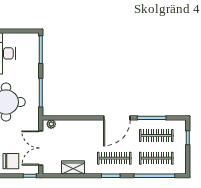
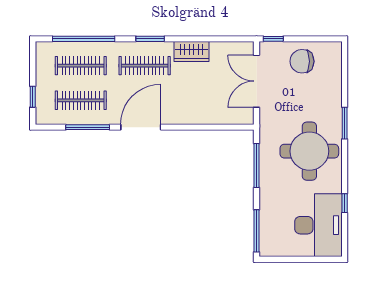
plant: (51, 124) -> (241, 118), removed
double door: (41, 148) -> (257, 81), swing flipped
wardrobe: (73, 168) -> (191, 51), moved

